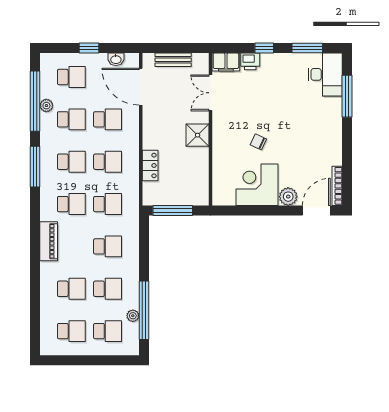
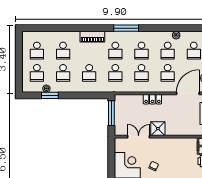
double door: (211, 93) -> (139, 137), moved
window: (35, 101) -> (179, 28), removed
locker: (150, 165) -> (152, 99), moved
window: (35, 167) -> (126, 28), moved
window: (144, 310) -> (50, 95), width x0.47

